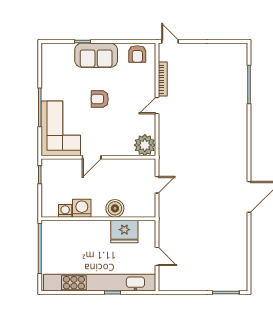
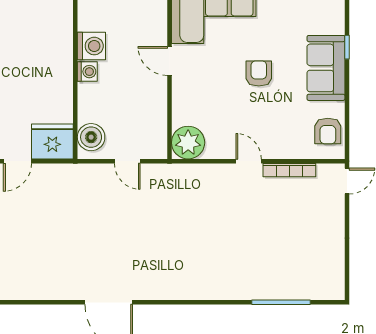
armchair: (137, 54) -> (328, 131), turned -90
boiler: (115, 208) -> (91, 137), moved
washing machine: (65, 211) -> (87, 72), moved
fridge: (124, 232) -> (52, 141), moved, turned 90

